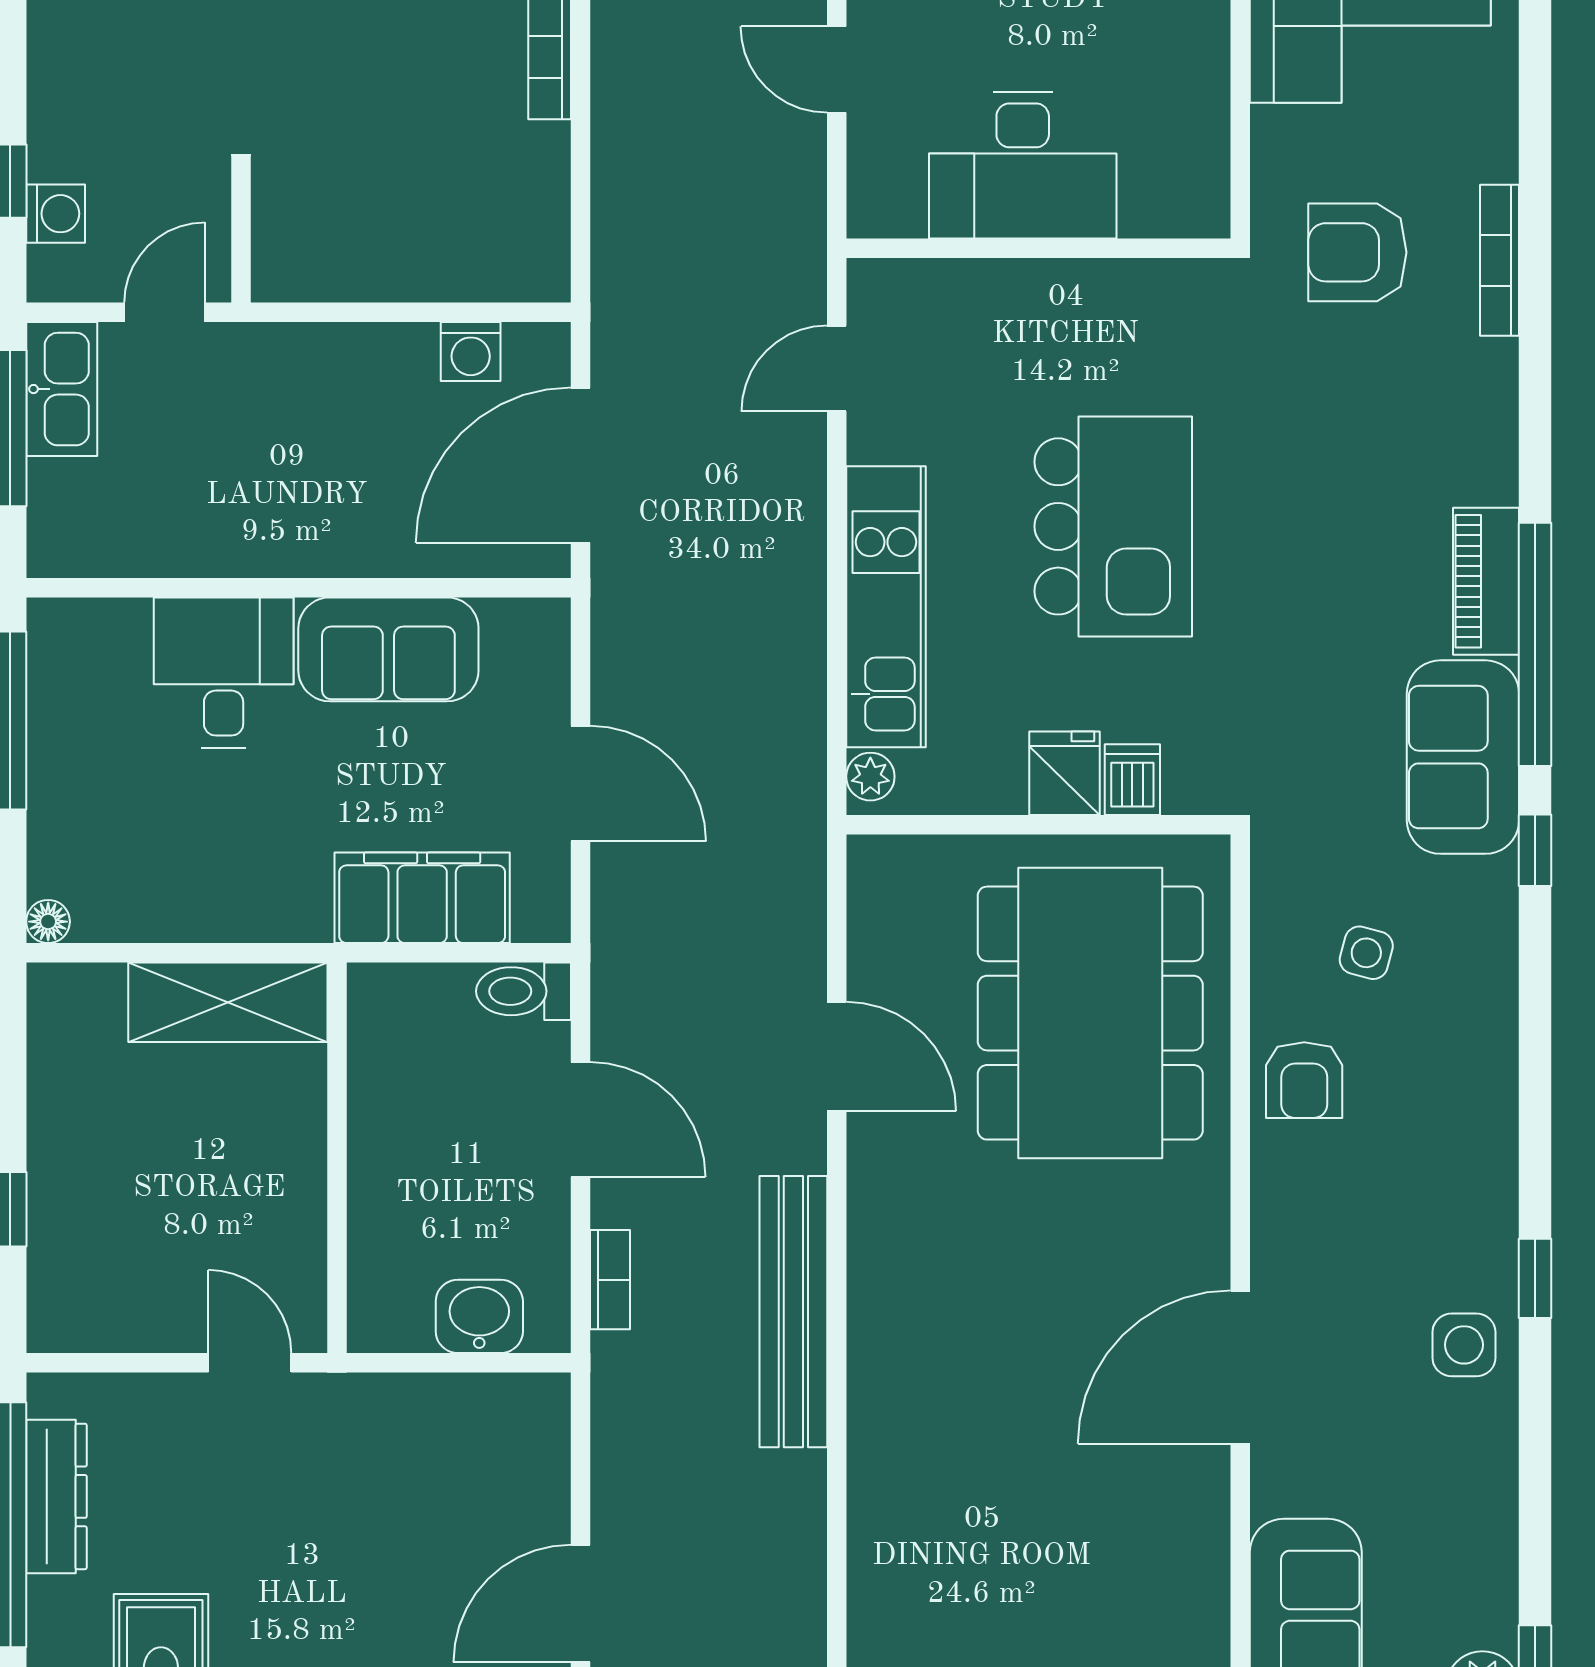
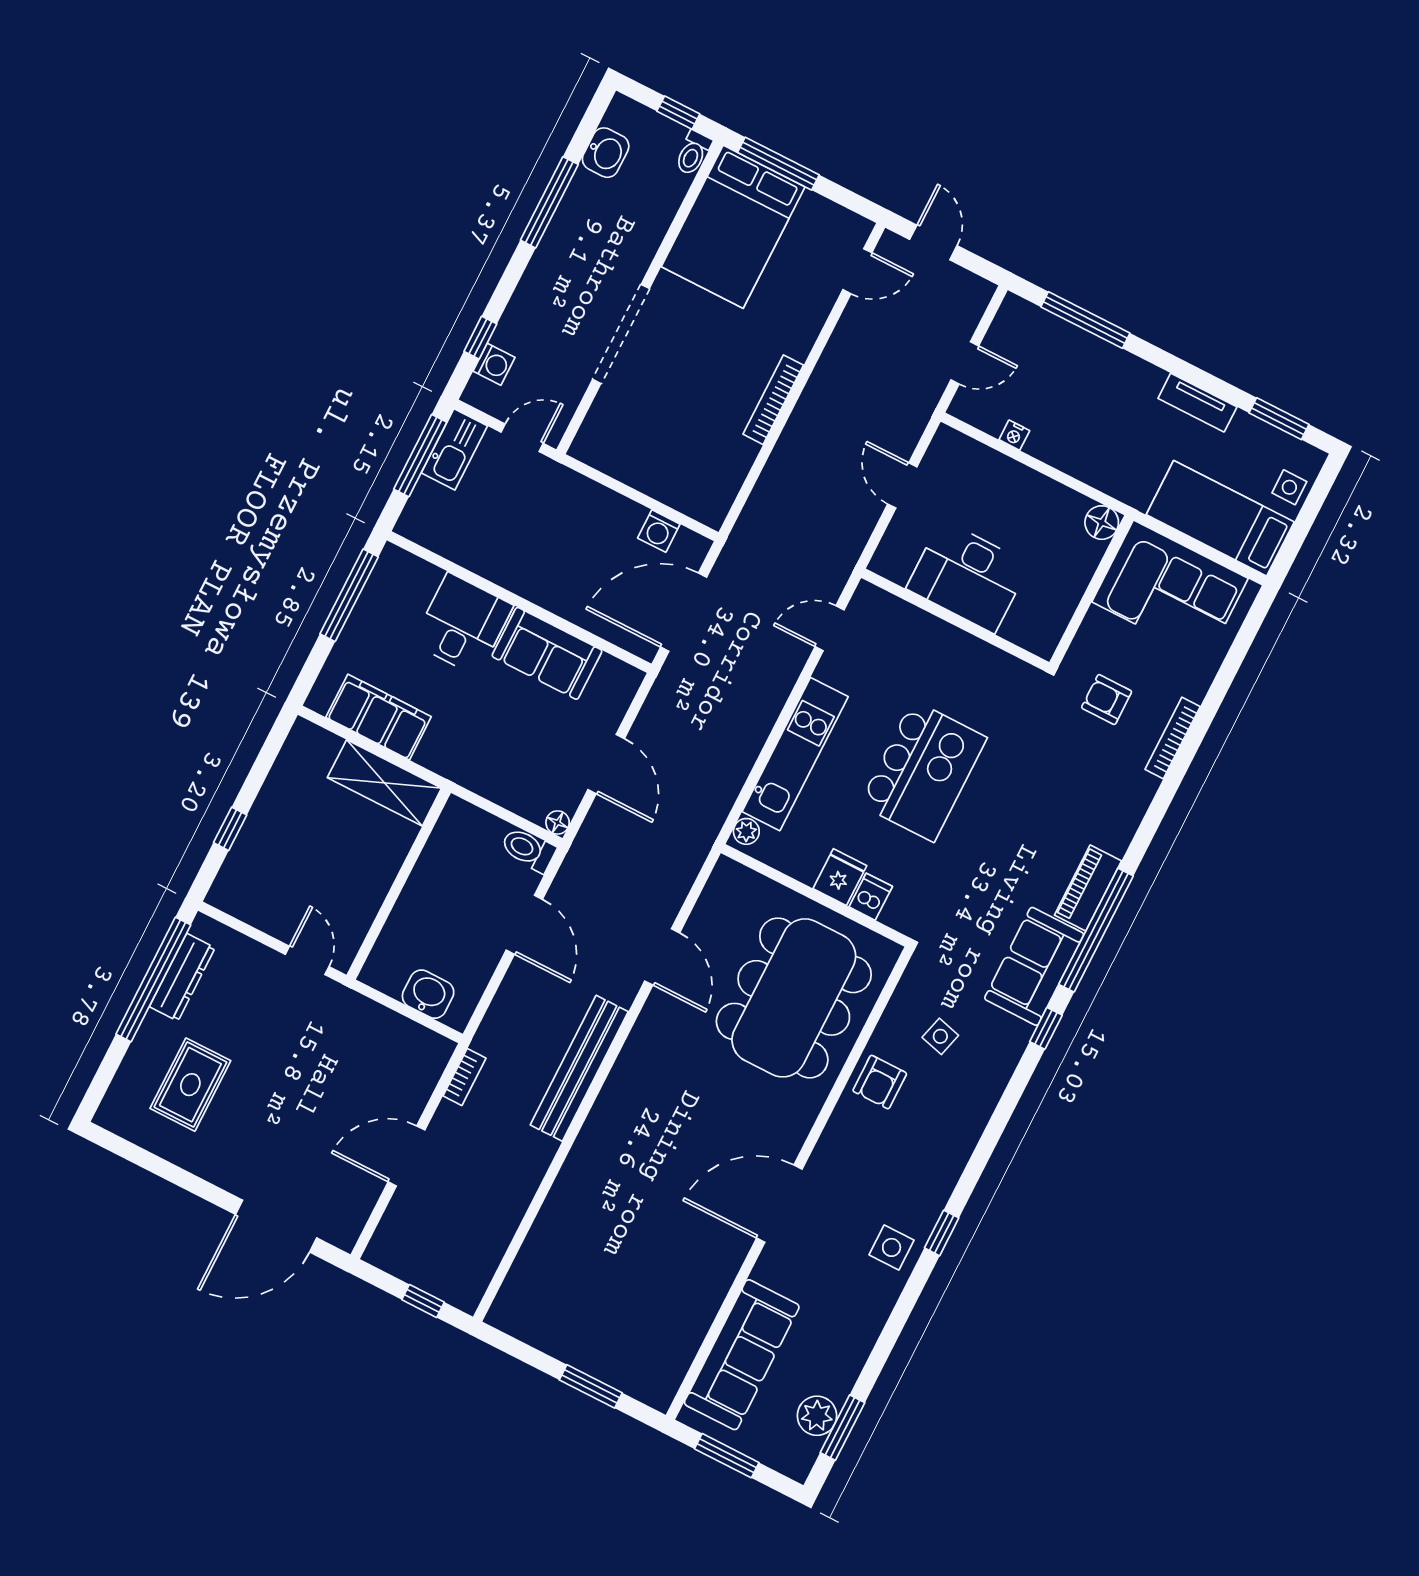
armchair: (1357, 252) -> (1107, 700), width x0.72, depth x0.72
filing cabinet: (422, 898) -> (379, 717), moved
floor lamp: (48, 922) -> (558, 823), moved
bookcase: (610, 1280) -> (464, 1077), moved

